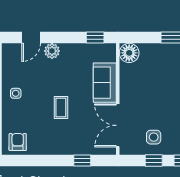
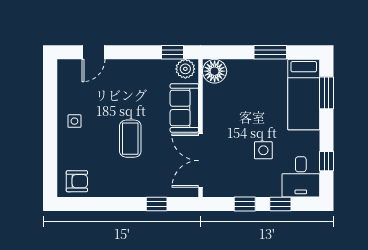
plant: (52, 51) -> (185, 69), moved
coffee table: (61, 108) -> (130, 139), width x1.36, depth x1.30
side table: (154, 137) -> (263, 150), moved
armchair: (18, 142) -> (77, 181), turned 90

